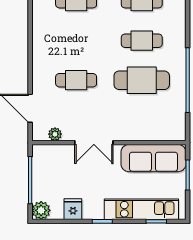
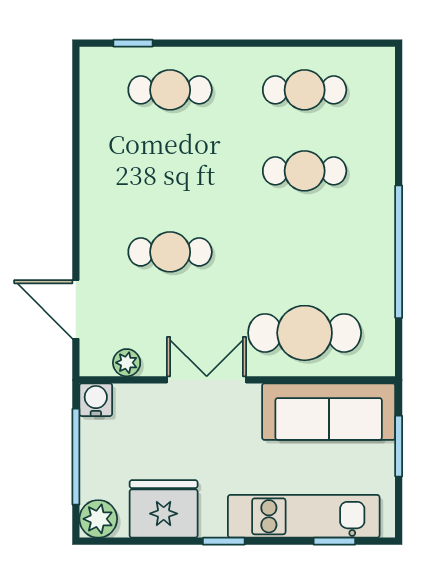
cafe table: (142, 80) -> (305, 333), moved
double door: (94, 143) -> (207, 380), swing flipped
water cooler: (40, 152) -> (96, 400), added
fridge: (73, 209) -> (164, 509), width x1.88, depth x1.34

